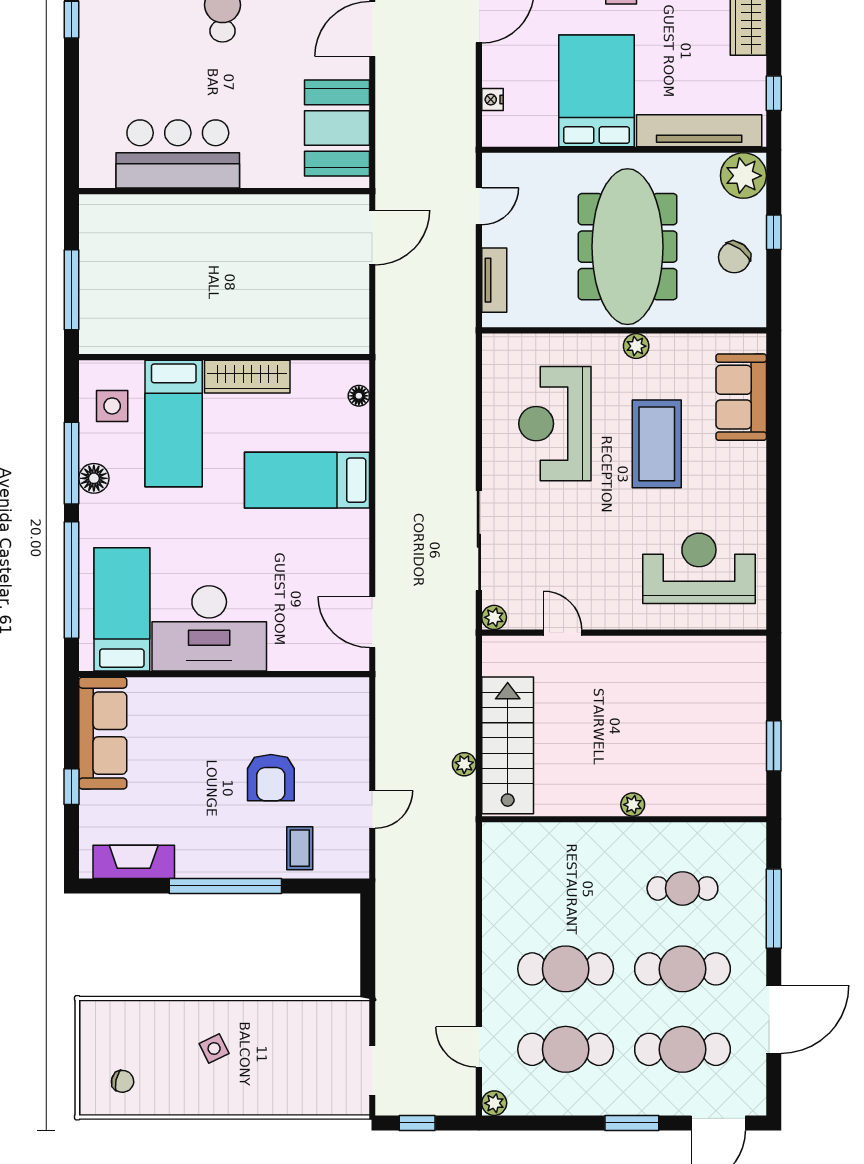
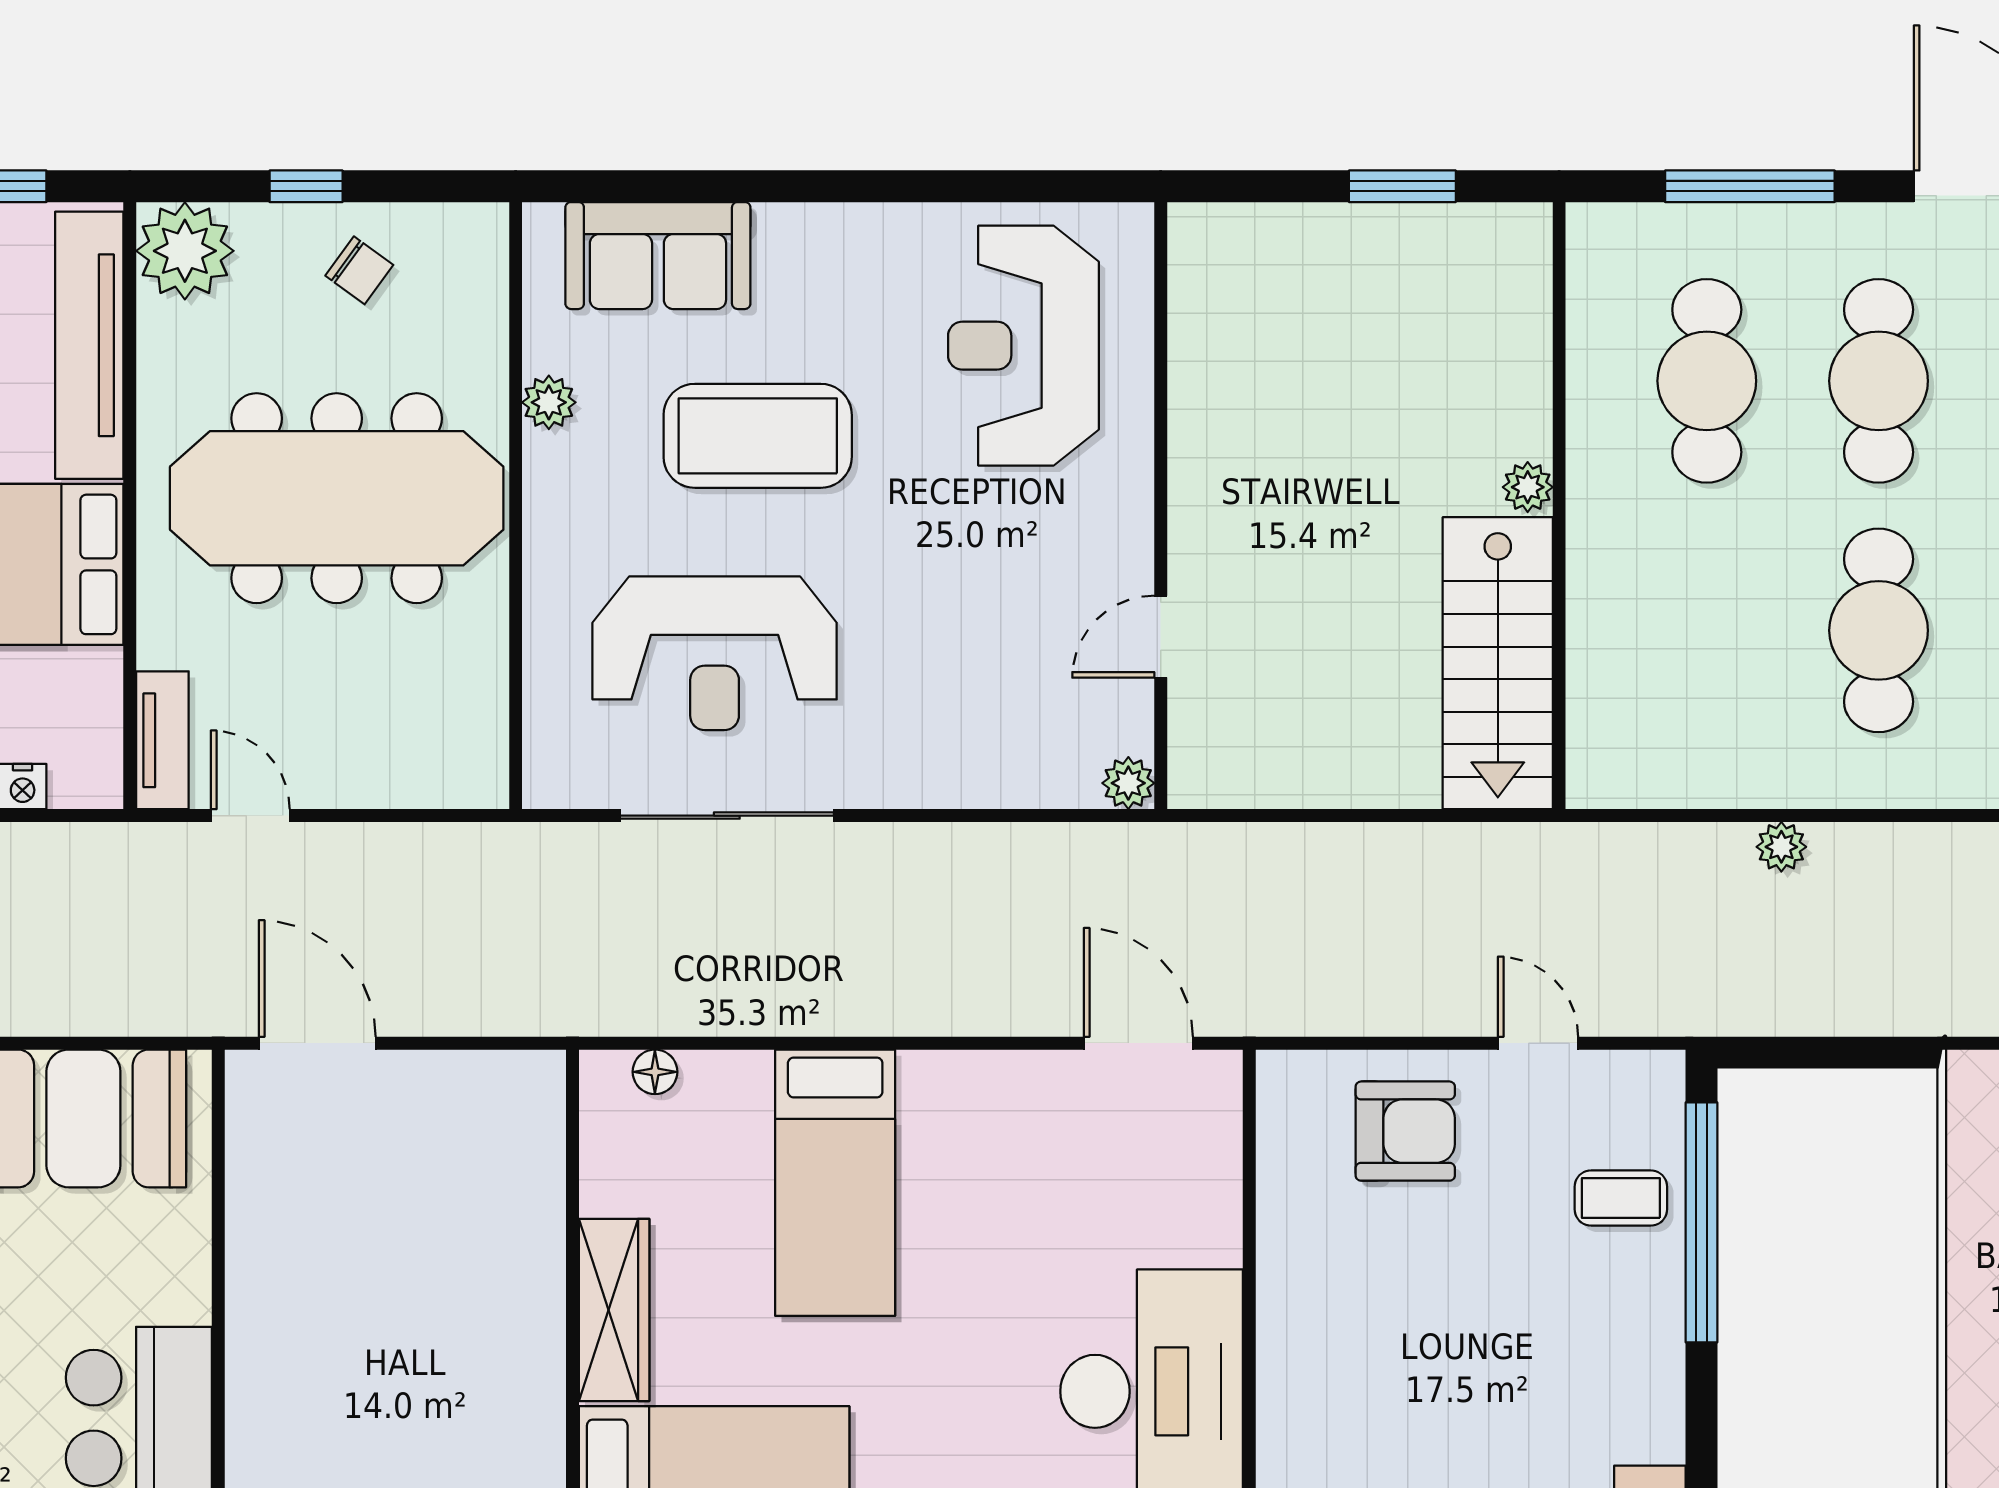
chair: (734, 257) -> (359, 270), width x0.73, depth x0.73
tv unit: (494, 280) -> (162, 740), moved, turned 90
plant: (636, 346) -> (549, 402), moved
sliding door: (479, 541) -> (727, 816), moved
door: (372, 622) -> (1138, 1043), swing flipped
stairs: (508, 745) -> (1498, 663), moved, turned -90
plant: (464, 764) -> (1781, 847), moved
armchair: (271, 778) -> (1405, 1131), moved
window: (225, 886) -> (1701, 1222), moved
cafe table: (682, 888) -> (1707, 381), width x1.37, depth x1.35

